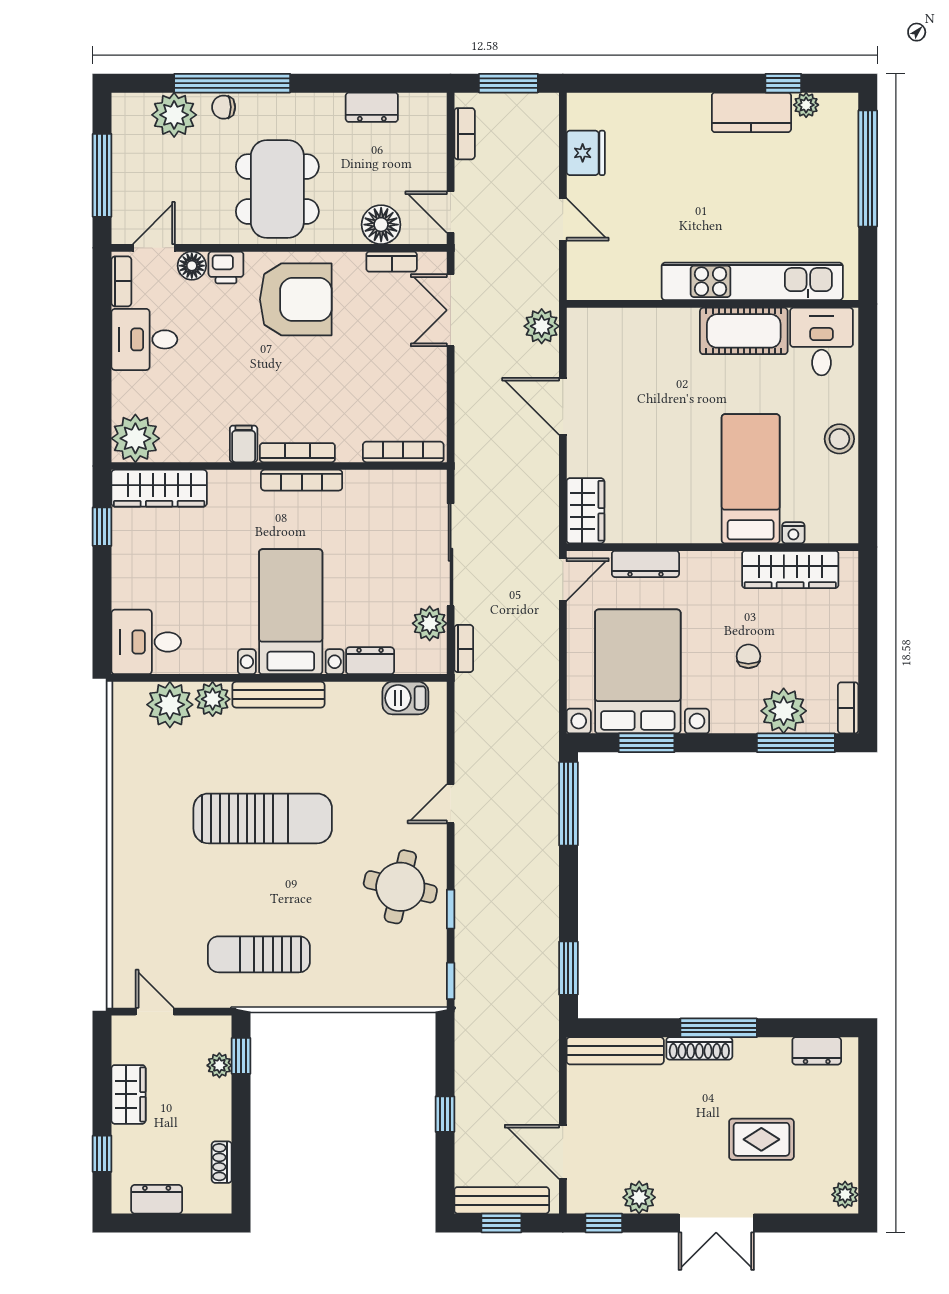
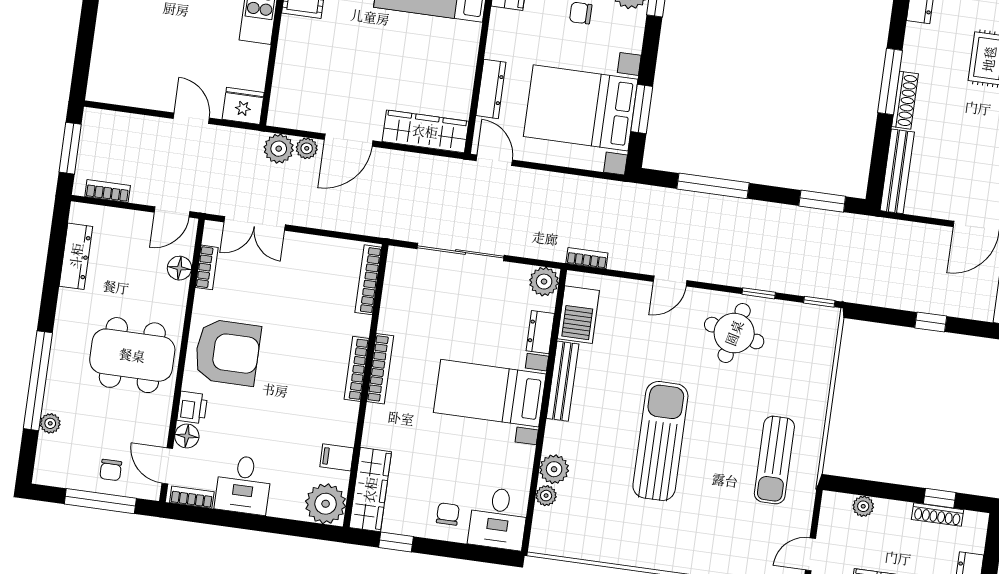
chair: (224, 107) -> (111, 470), moved
dresser: (372, 107) -> (76, 256), width x1.44
plant: (174, 115) -> (50, 423), width x0.53, depth x0.53
fridge: (586, 153) -> (243, 106), moved
door: (563, 219) -> (191, 118), hinge flipped
floor lamp: (381, 225) -> (179, 268), width x0.73, depth x0.73
armchair: (296, 299) -> (227, 352), turned 90
plant: (546, 359) -> (307, 148), added
filing cabinet: (244, 444) -> (337, 457), moved
wardrobe: (585, 511) -> (425, 131), width x1.50
chair: (143, 582) -> (448, 514), added
plant: (430, 623) -> (544, 282), moved
bookcase: (464, 649) -> (587, 258), moved
bench: (278, 695) -> (563, 381), moved
barbecue: (405, 698) -> (578, 315), width x1.38, depth x1.27
plant: (170, 705) -> (546, 496), width x0.53, depth x0.53
door: (451, 804) -> (670, 281), hinge flipped
window: (568, 804) -> (713, 186), moved
window: (241, 1056) -> (940, 498), moved
shoe rack: (222, 1162) -> (938, 515), width x1.43

